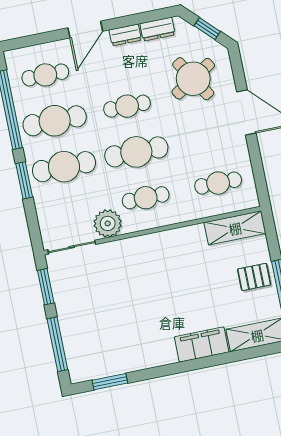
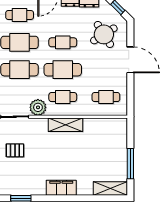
shelving: (235, 228) -> (66, 125), moved
pallet: (254, 277) -> (15, 150), moved
filing cabinet: (202, 345) -> (61, 188), moved

